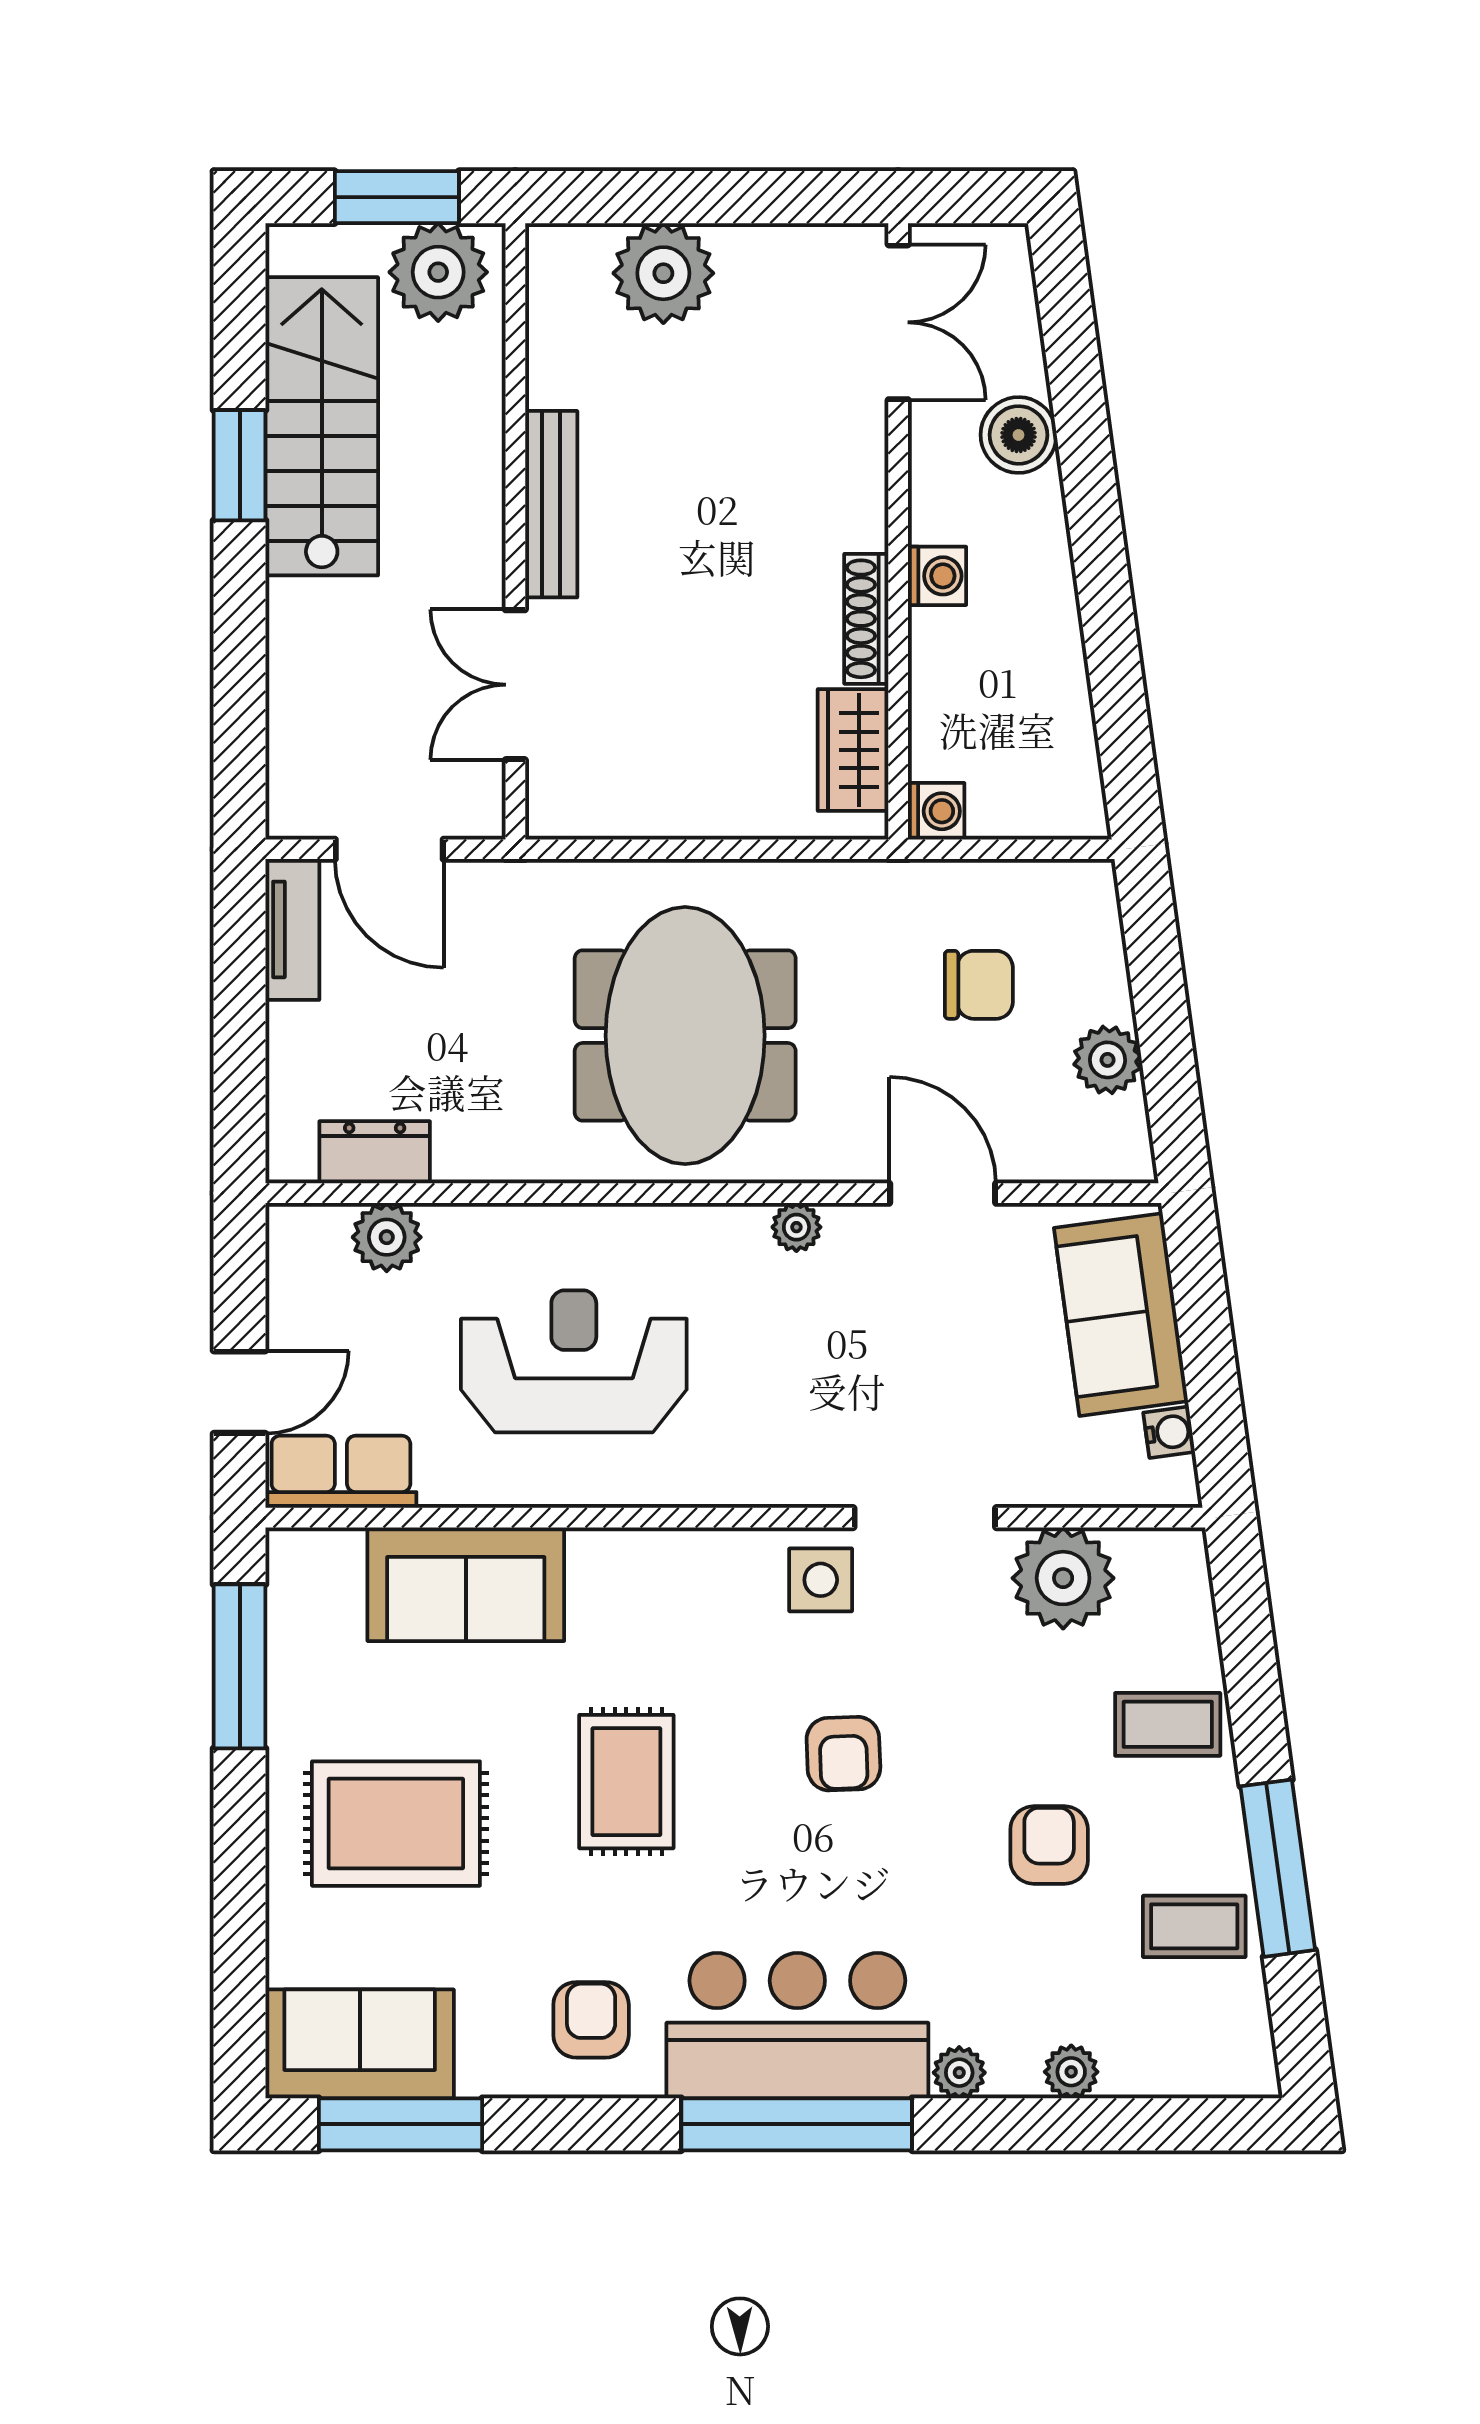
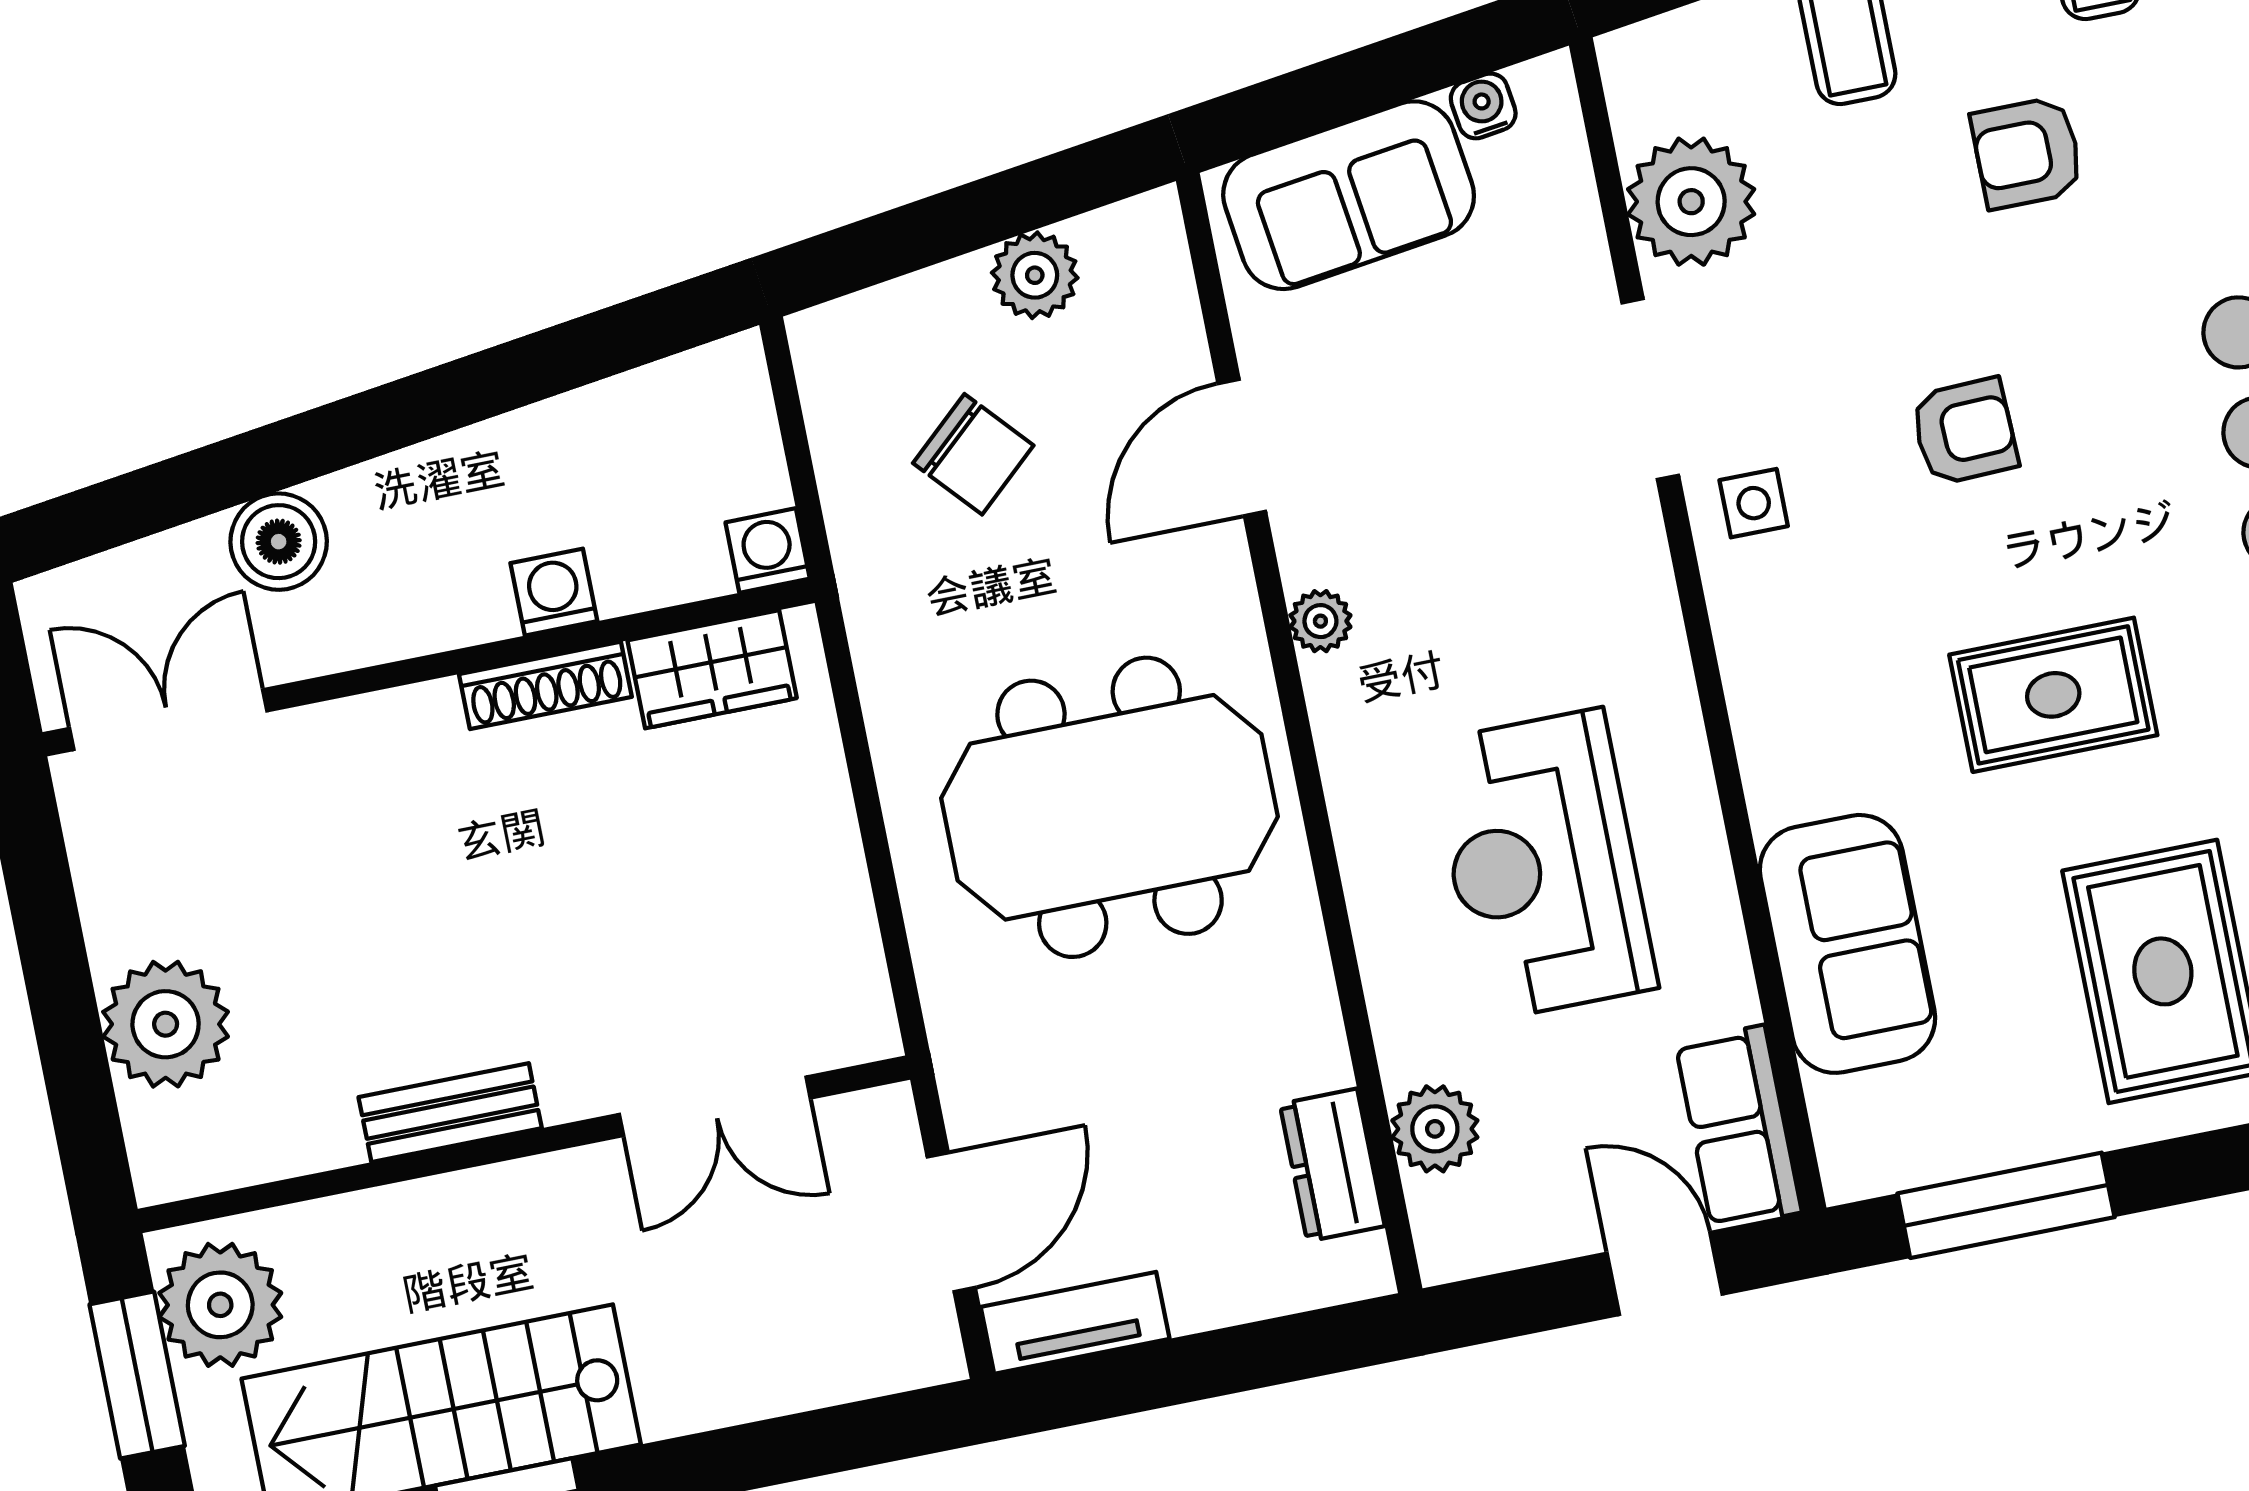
bench: (551, 504) -> (450, 1113), width x0.73
washing machine: (937, 576) -> (554, 592), moved
chair: (979, 985) -> (973, 454), turned 138
side table: (821, 1580) -> (1754, 503), width x0.73, depth x0.73

